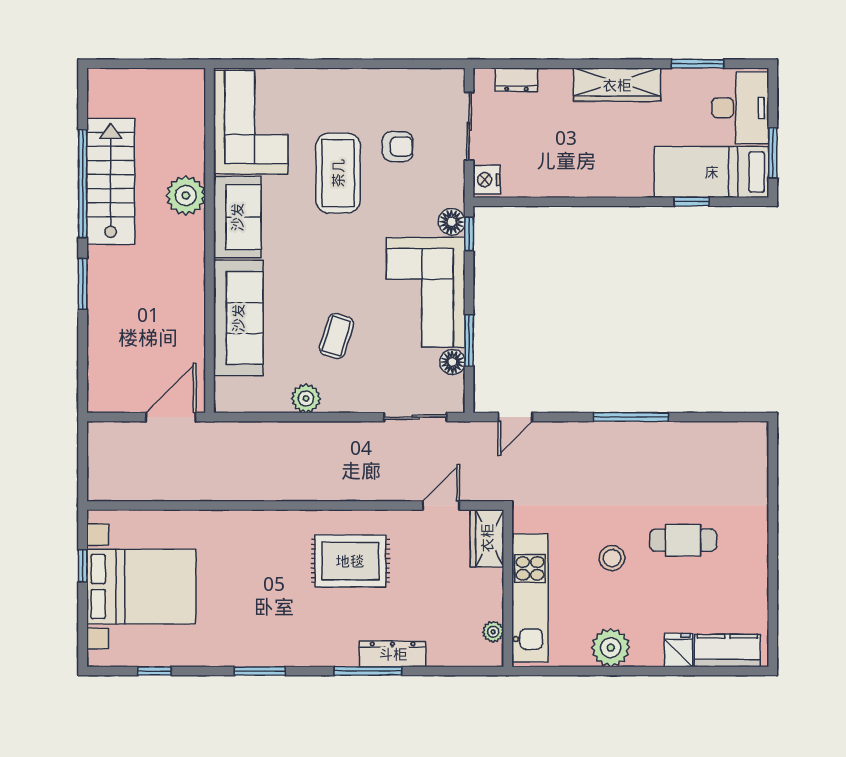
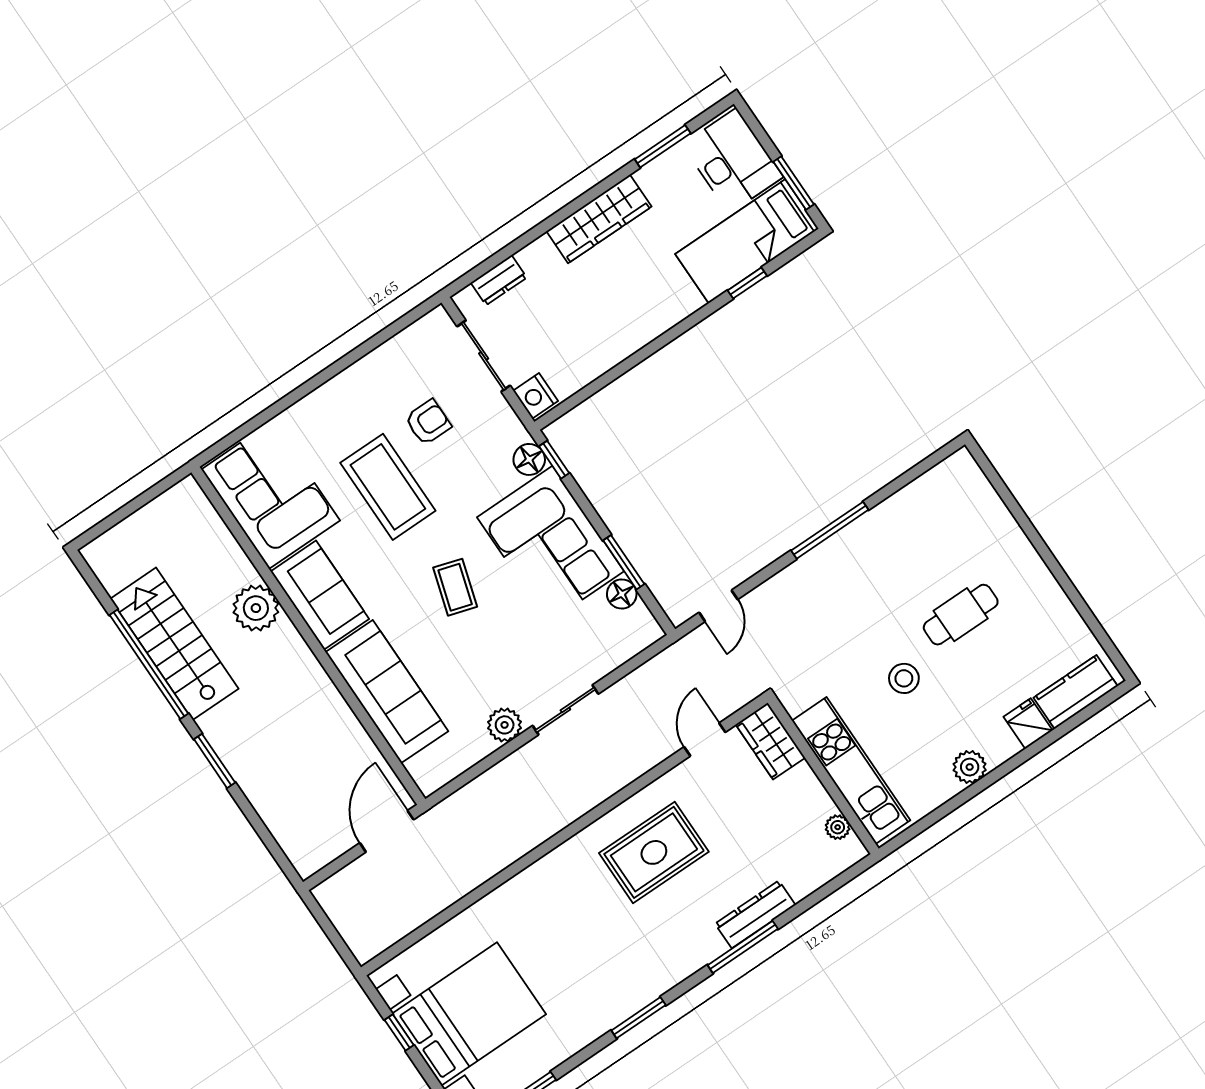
coffee table: (337, 336) -> (455, 587), moved
sliding door: (415, 417) -> (565, 710), moved
plant: (611, 648) -> (970, 767), width x0.73, depth x0.73

